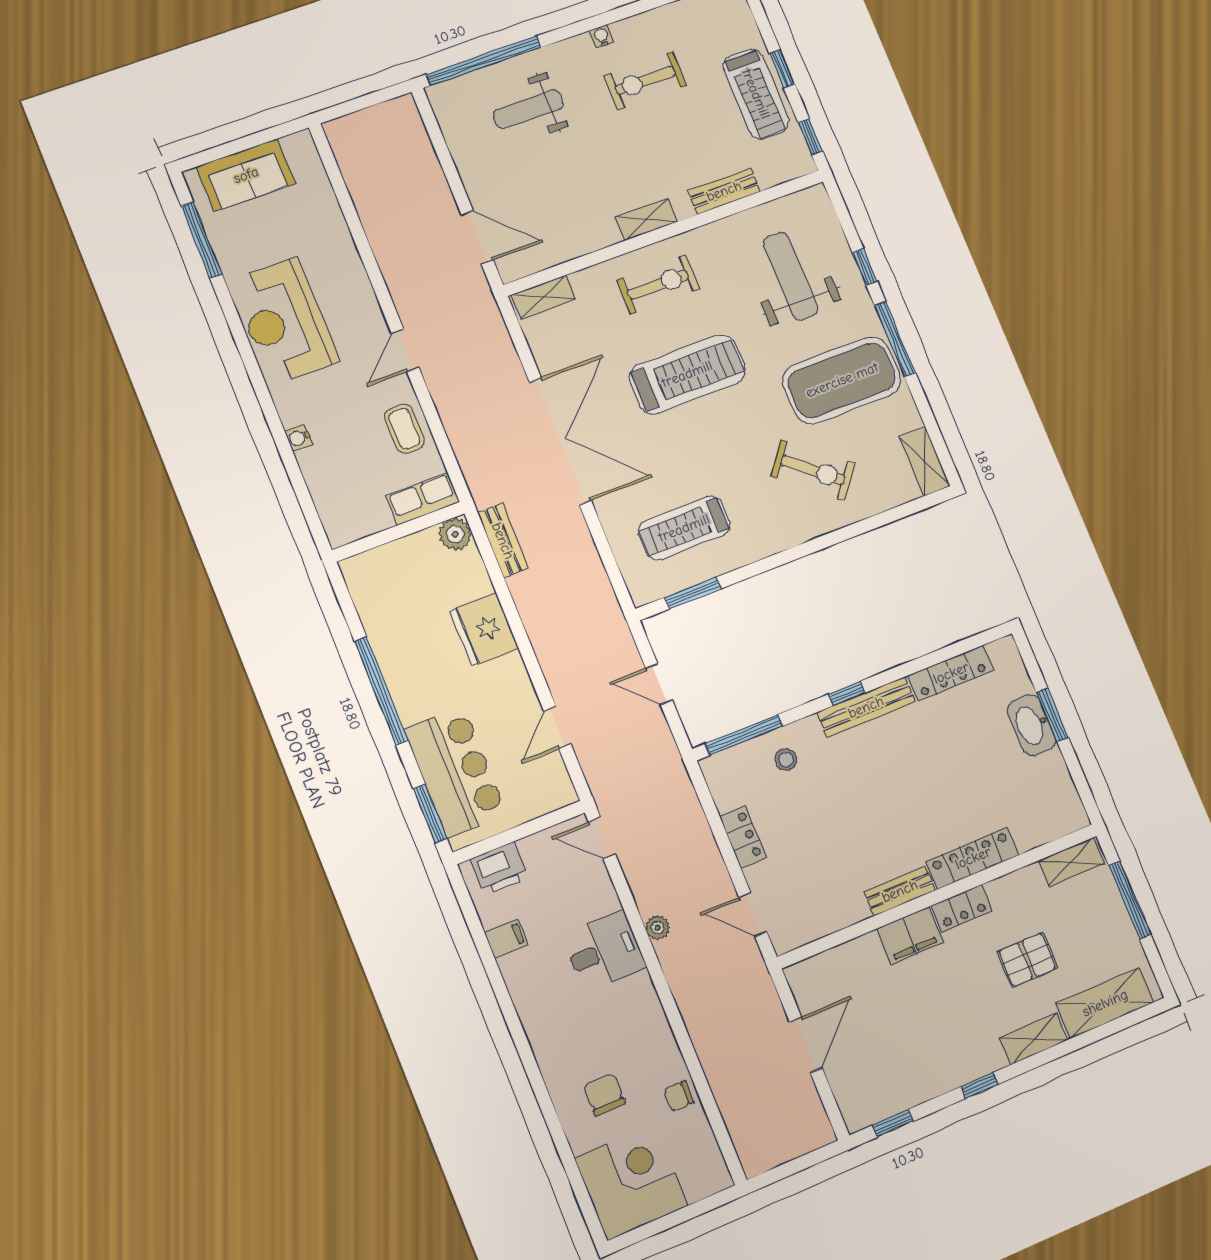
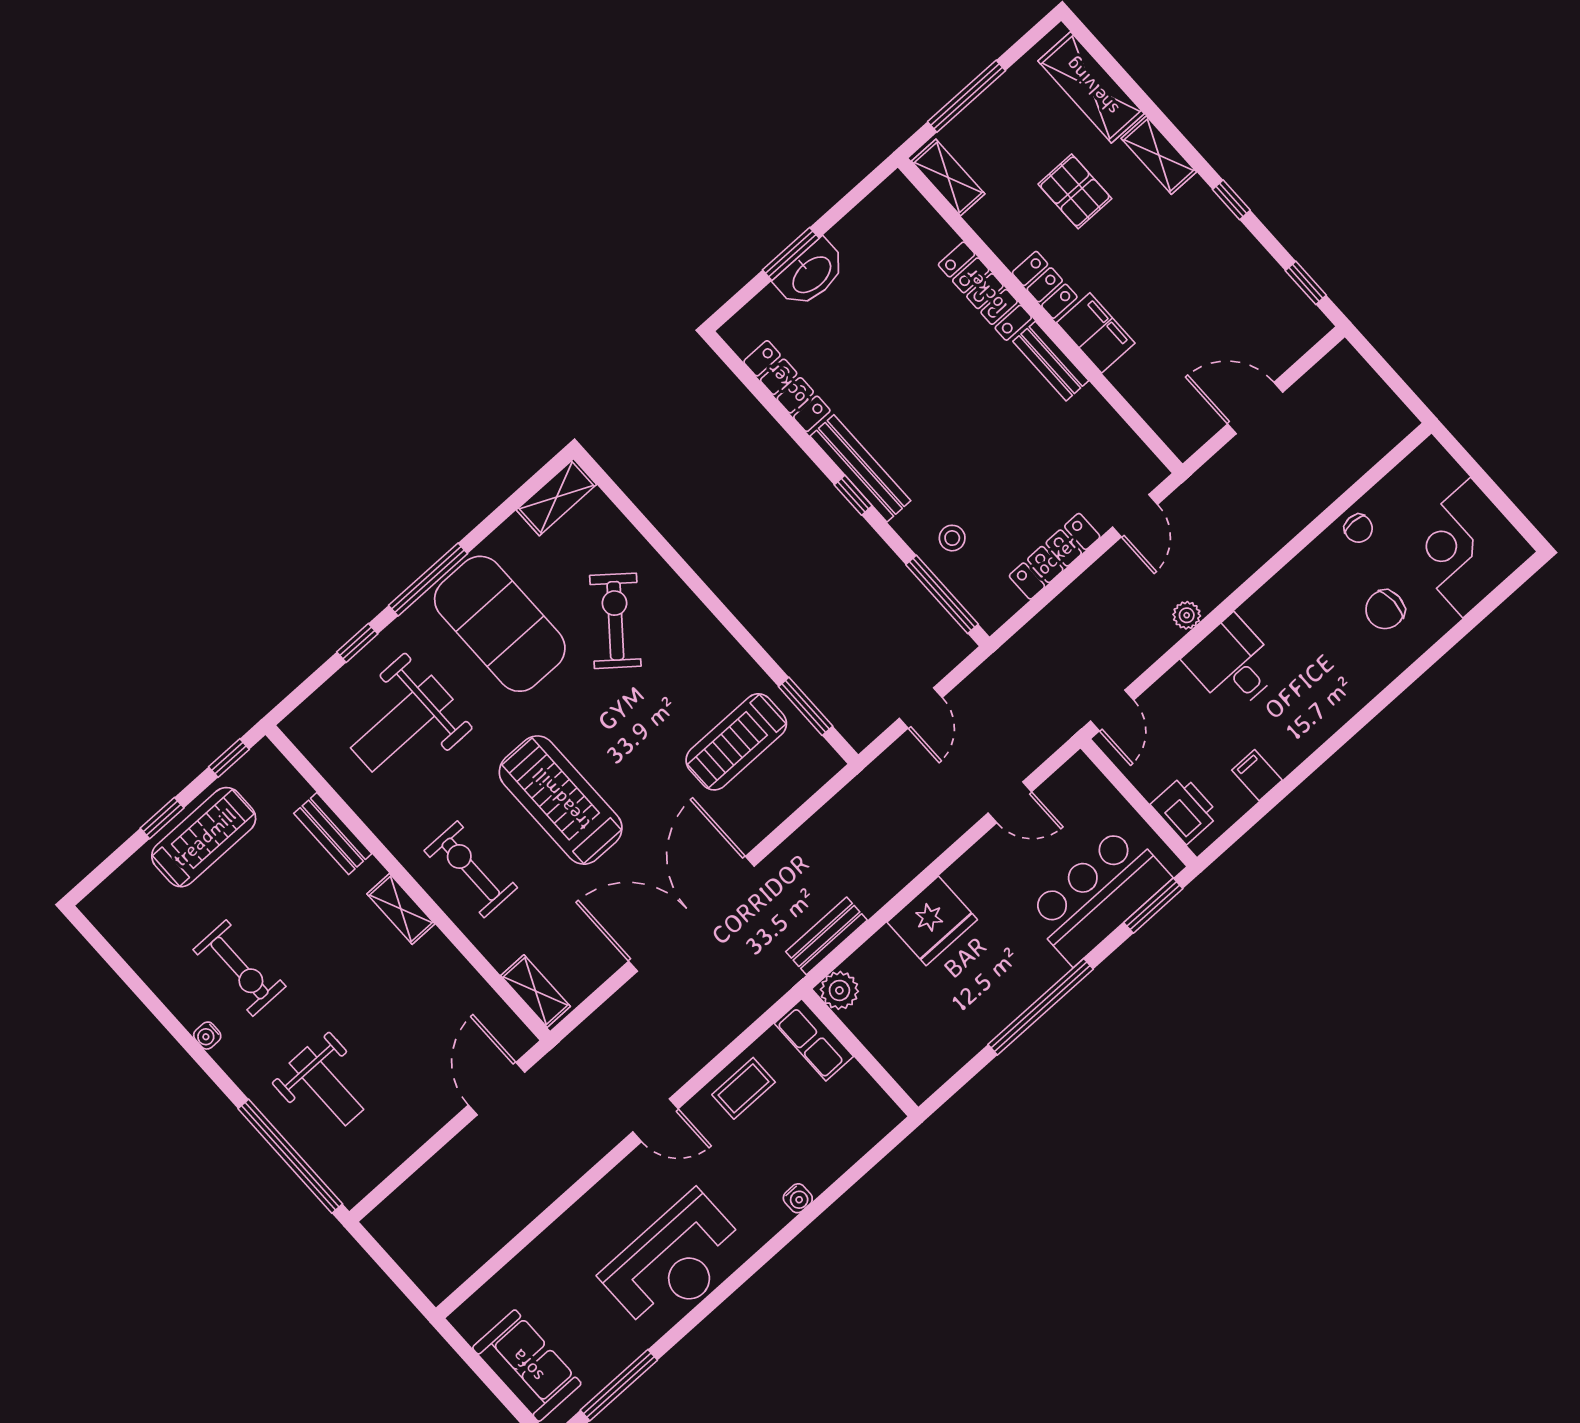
treadmill: (684, 528) -> (736, 742), turned 90
locker: (743, 837) -> (1055, 556), width x1.53

